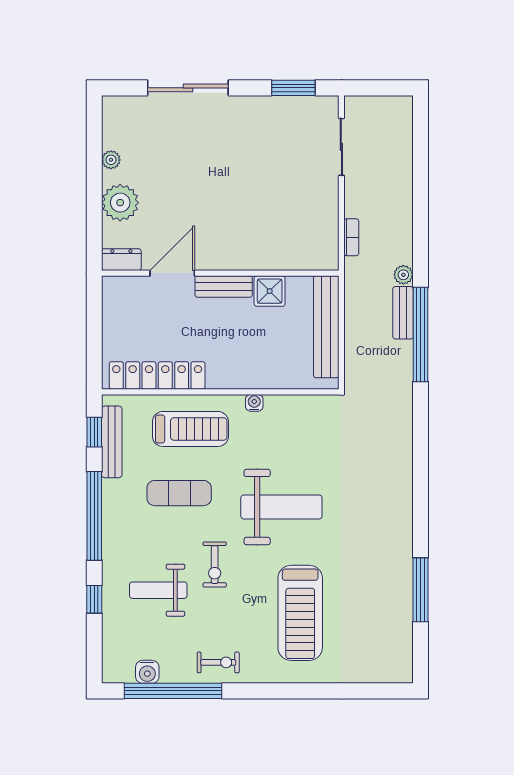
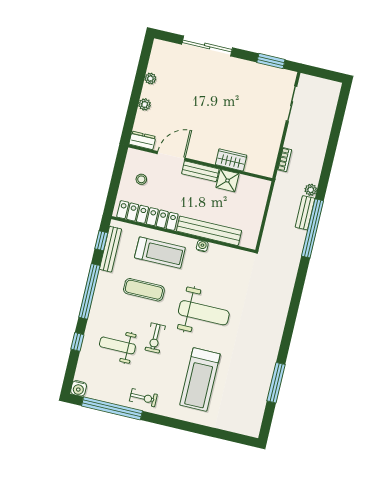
plant: (120, 203) -> (145, 104), width x0.53, depth x0.53
wardrobe: (268, 257) -> (231, 160), added
stool: (134, 321) -> (141, 179), added
bench: (326, 327) -> (209, 231), moved, turned 90
water cooler: (147, 672) -> (79, 388), moved

